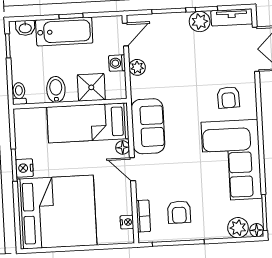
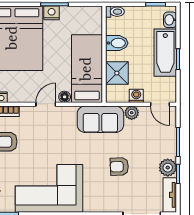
armchair: (228, 97) -> (119, 167), moved
sofa: (148, 126) -> (100, 119), moved

